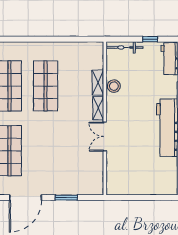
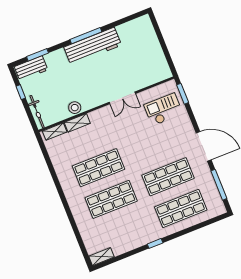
shelving: (98, 108) -> (55, 132), moved
checkout: (77, 172) -> (163, 109), added
window: (66, 198) -> (183, 94), moved

